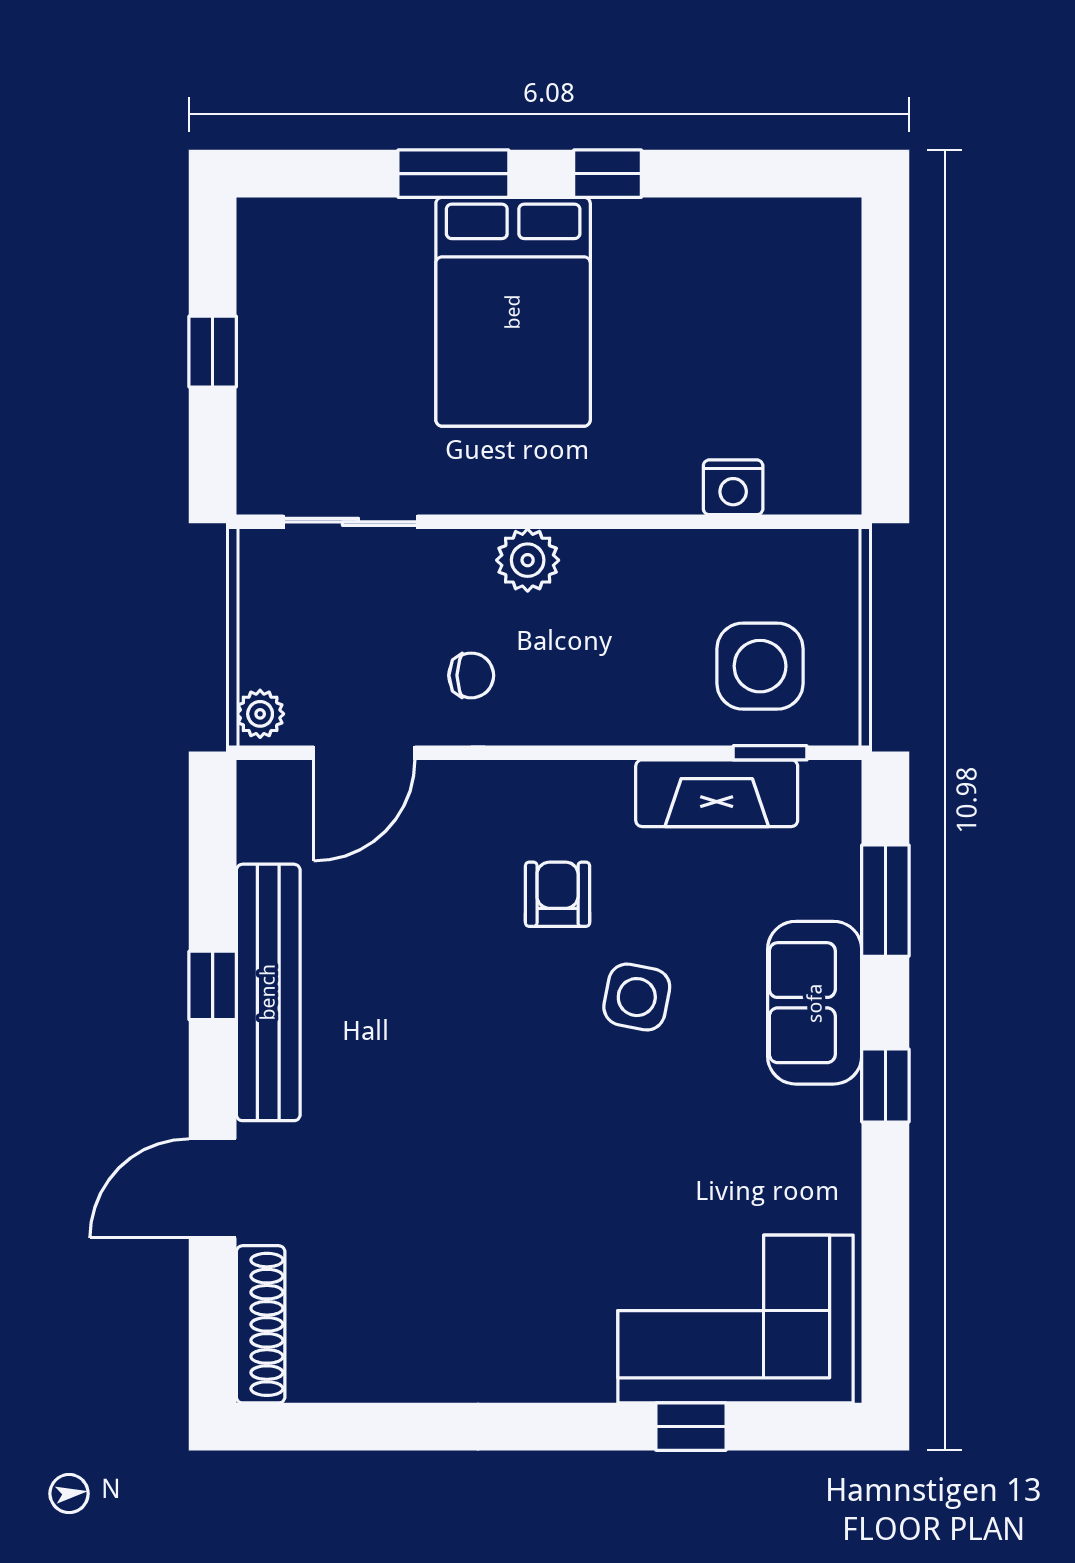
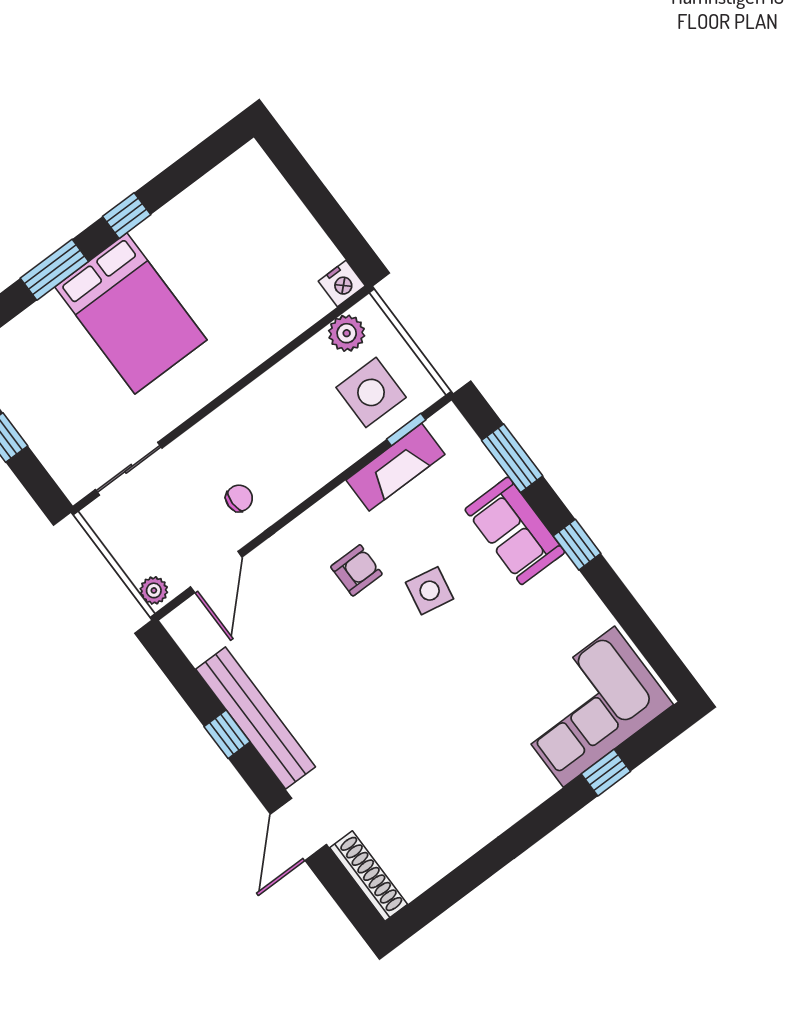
nightstand: (733, 487) -> (342, 284), moved
plant: (528, 560) -> (347, 333), moved
armchair: (558, 894) -> (356, 570), turned 90

